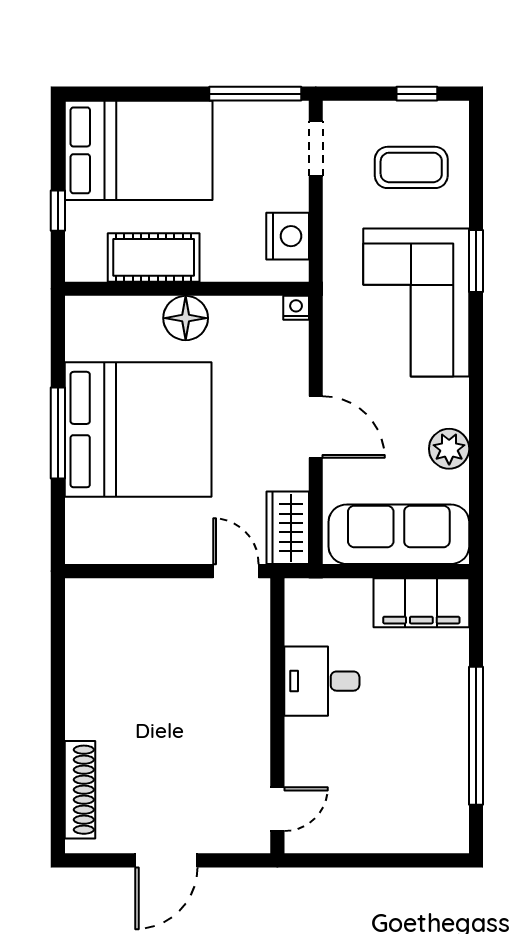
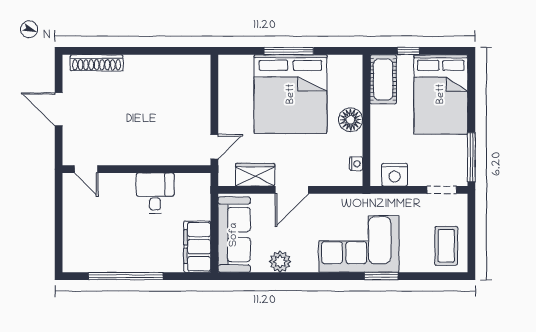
window: (417, 94) -> (471, 244), removed
coffee table: (411, 167) -> (446, 246), moved
cot: (154, 257) -> (383, 79), moved
nightstand: (296, 308) -> (356, 164), moved
wardrobe: (288, 528) -> (255, 175), moved

